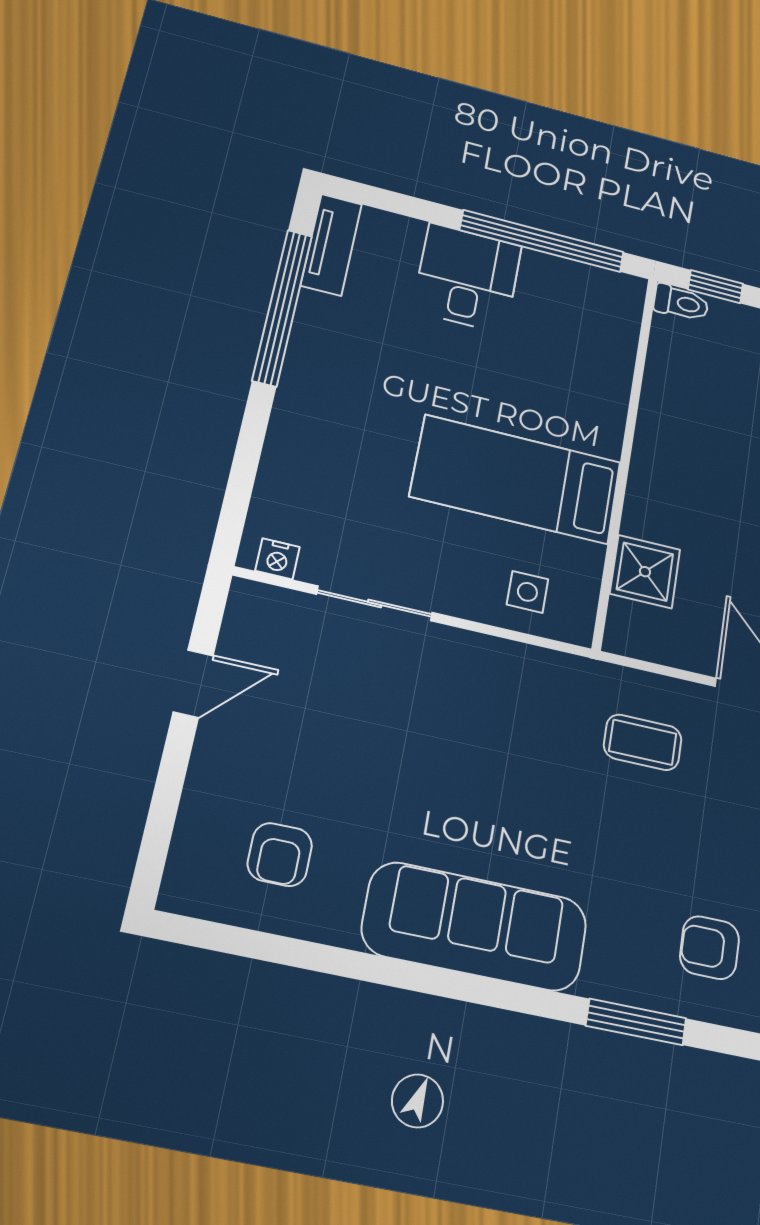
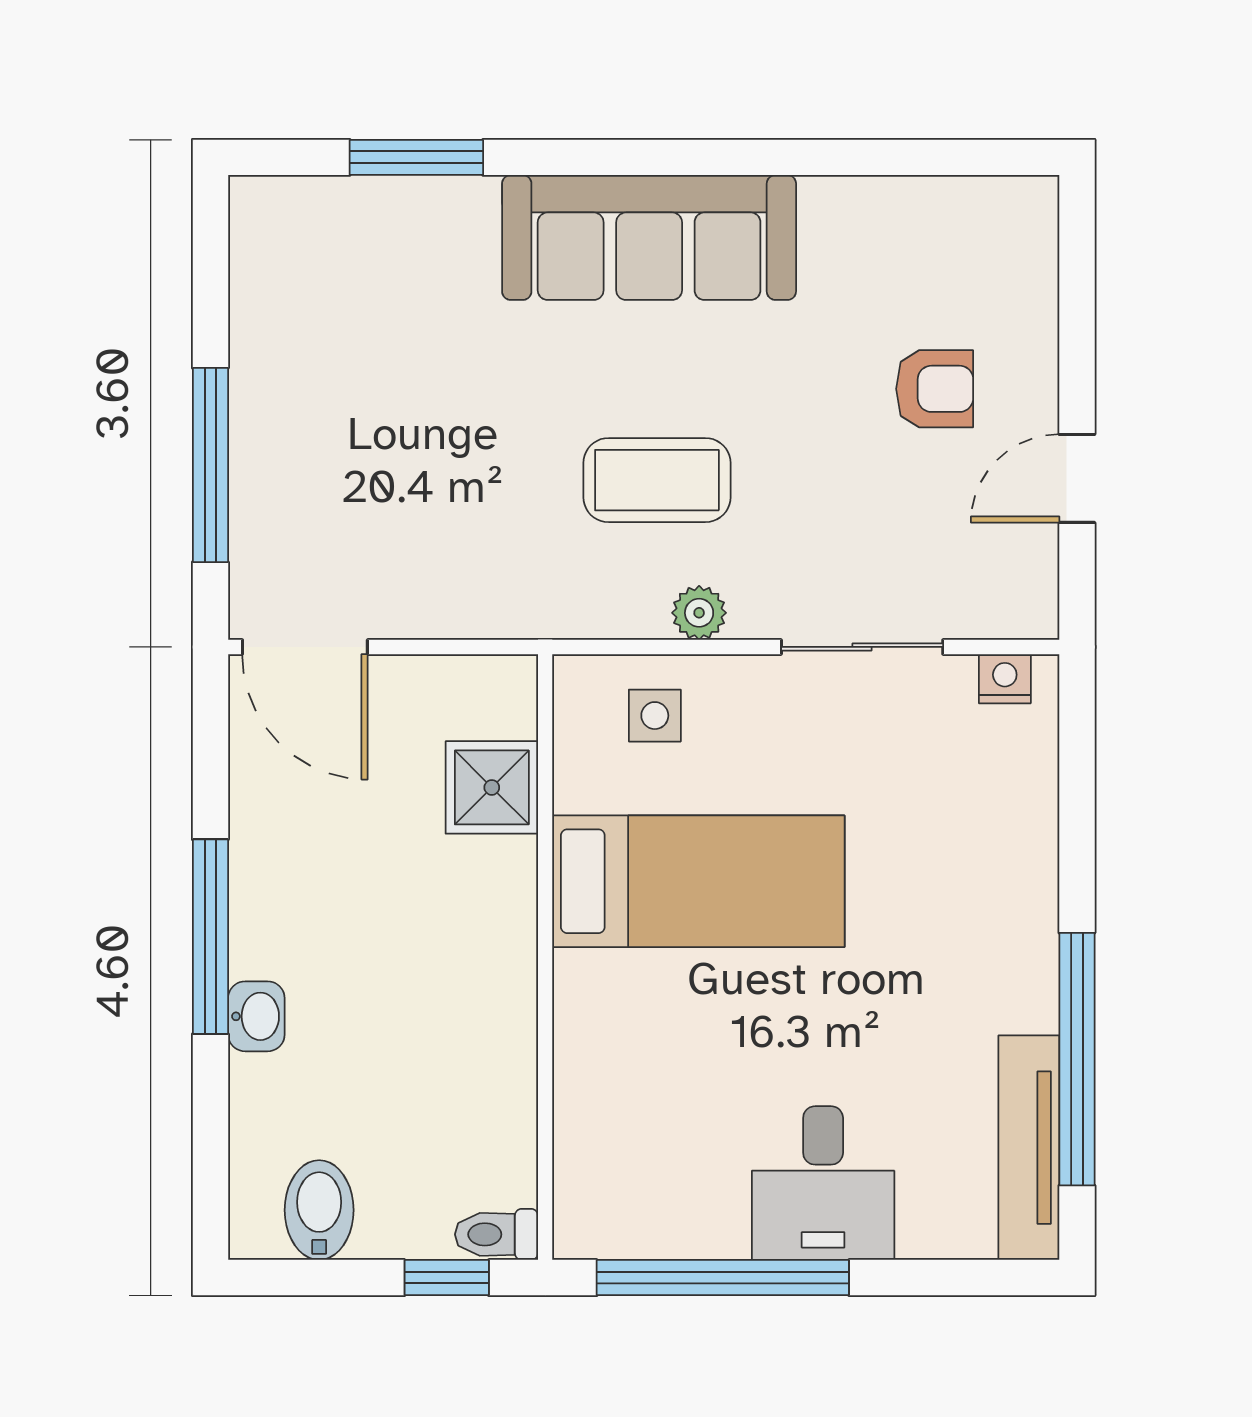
tv unit: (331, 245) -> (1029, 1148), width x1.41
plant: (485, 653) -> (699, 613), added
coffee table: (643, 742) -> (657, 480), moved, width x1.36, depth x1.30
armchair: (280, 855) -> (935, 389), moved, turned 90
armchair: (710, 948) -> (330, 274), removed

